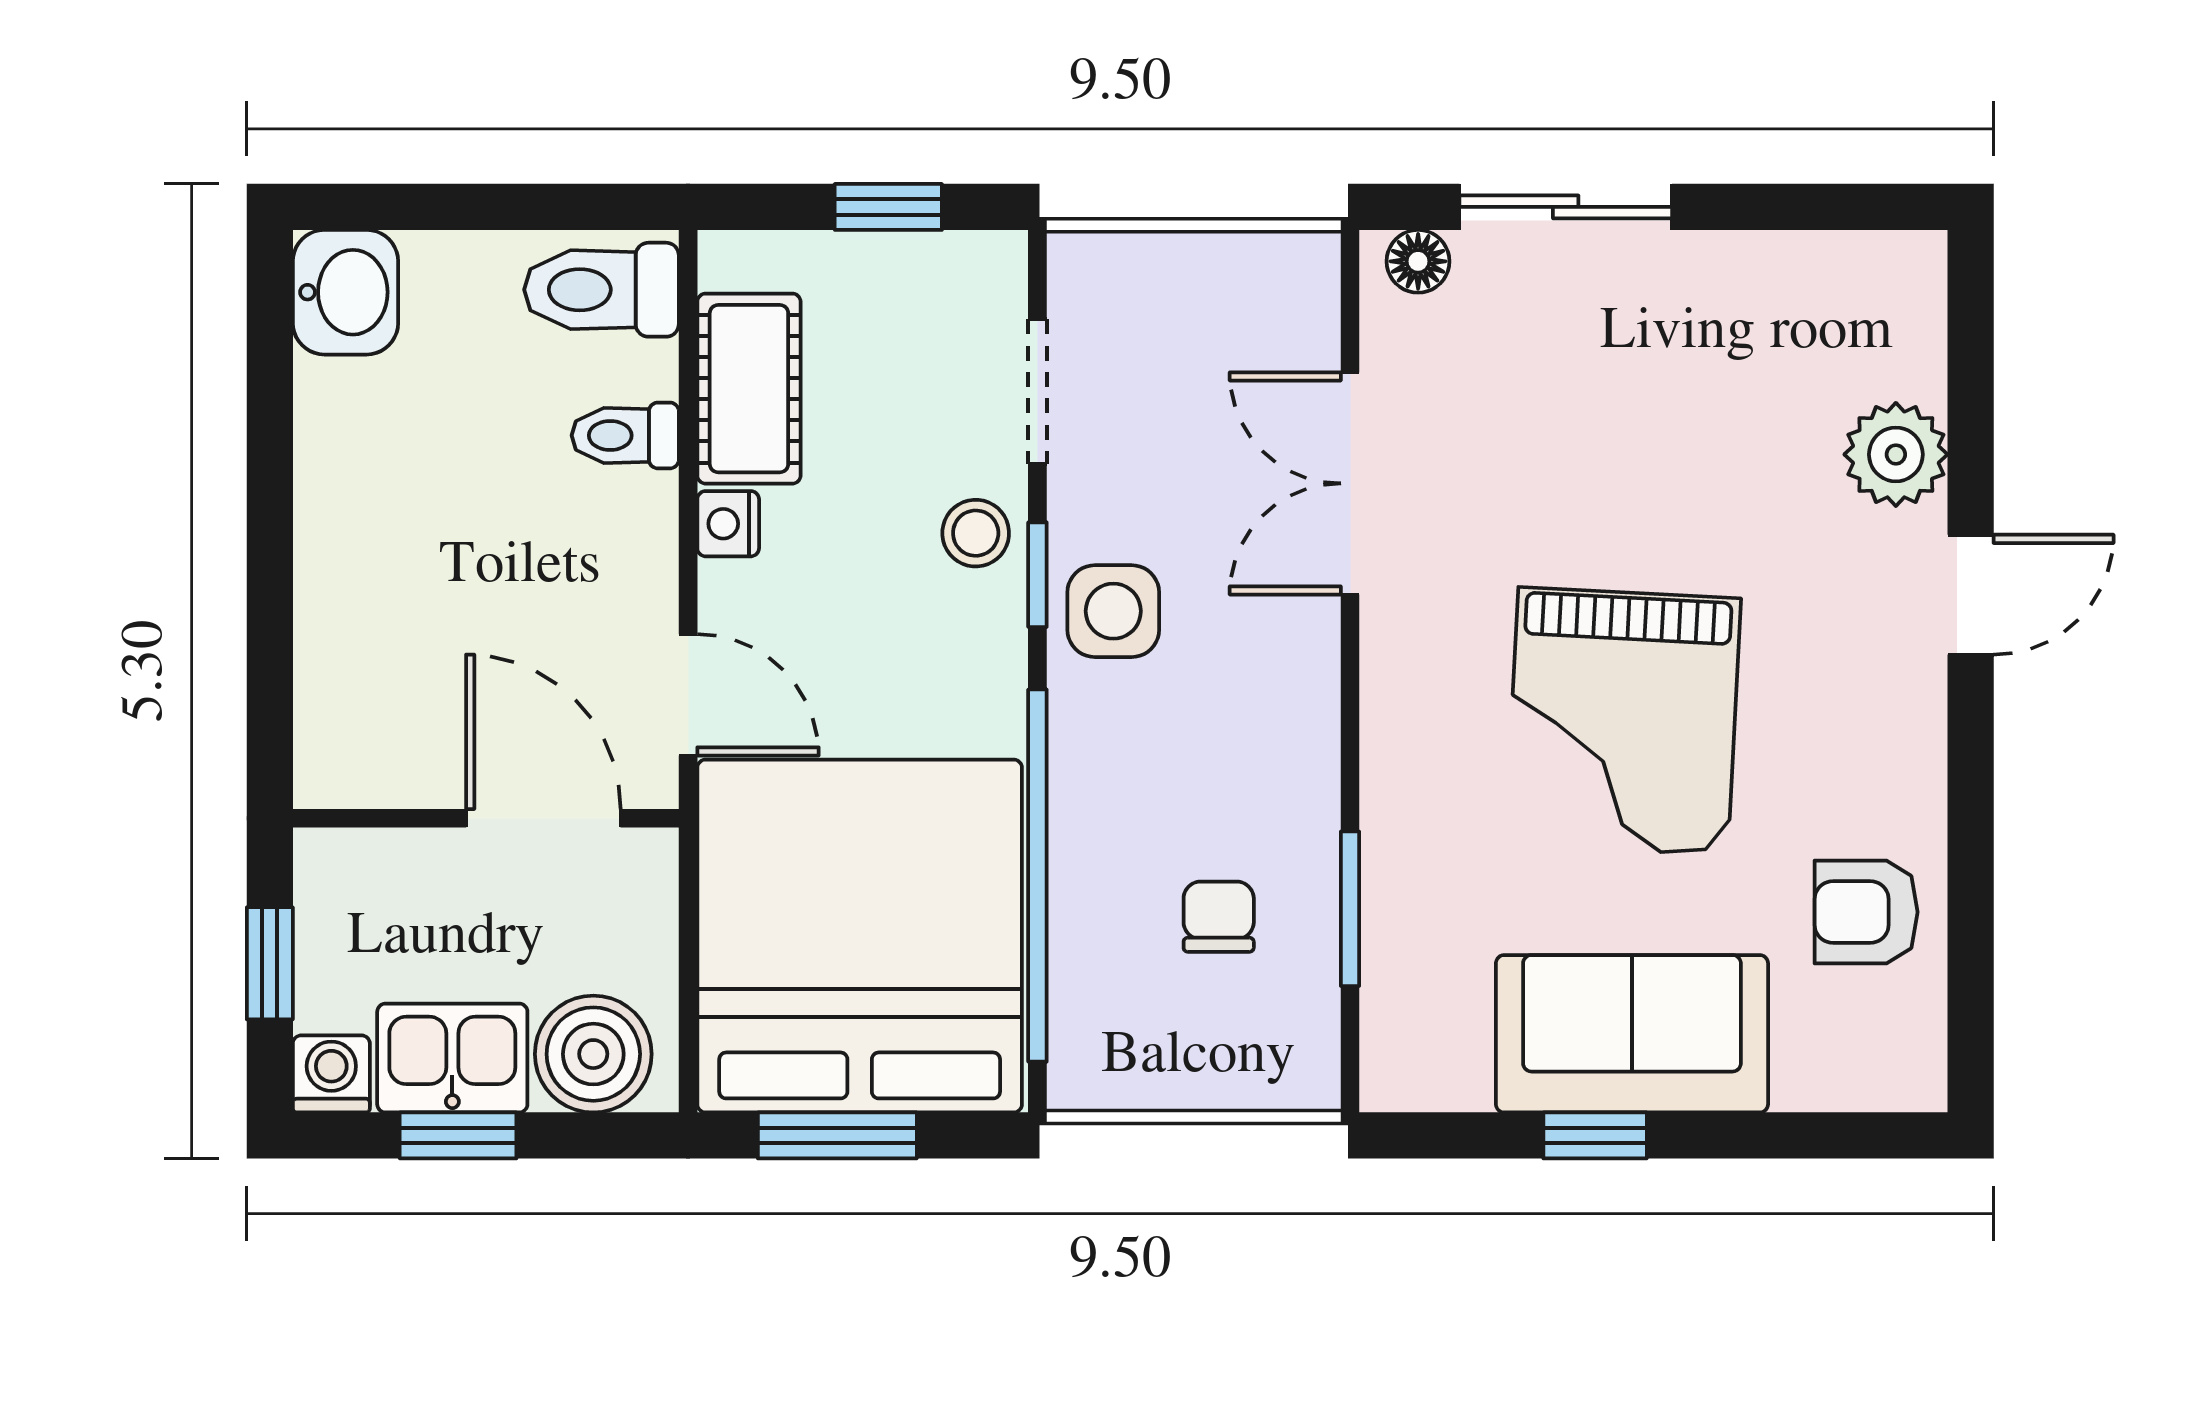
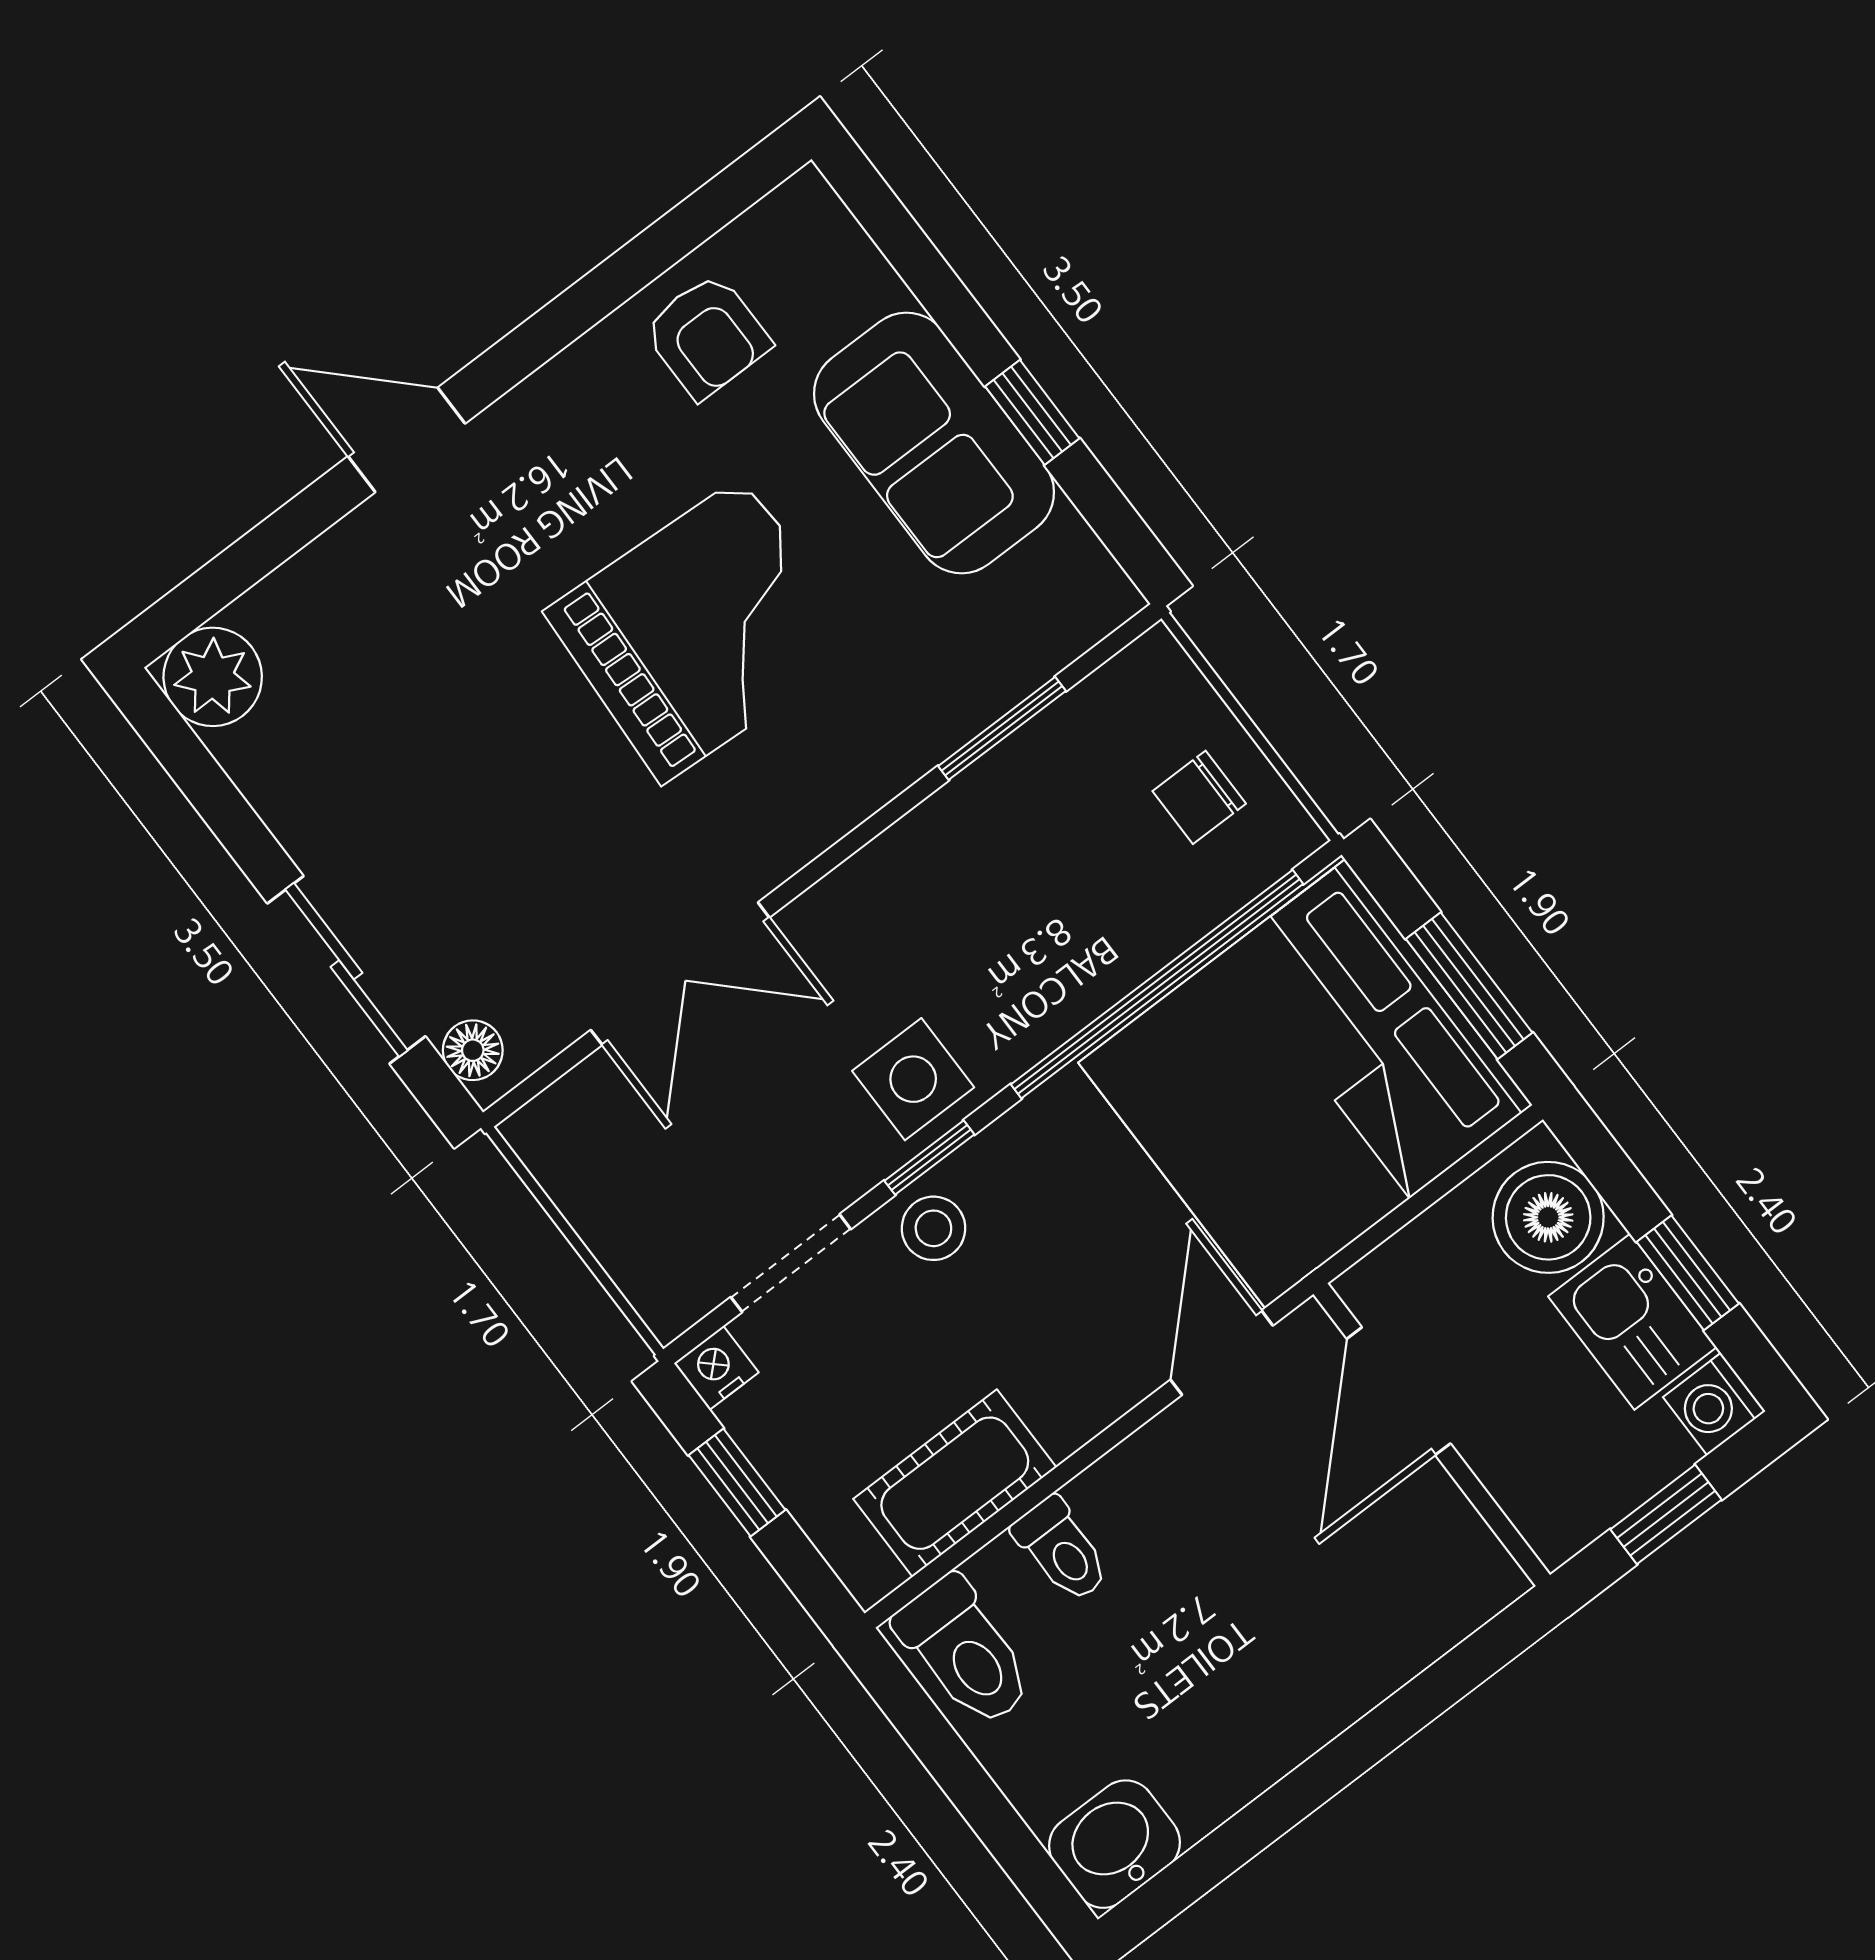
plant: (1896, 454) -> (213, 677), moved
nightstand: (728, 524) -> (716, 1368), moved, turned 180
chair: (1219, 917) -> (1199, 797), moved

